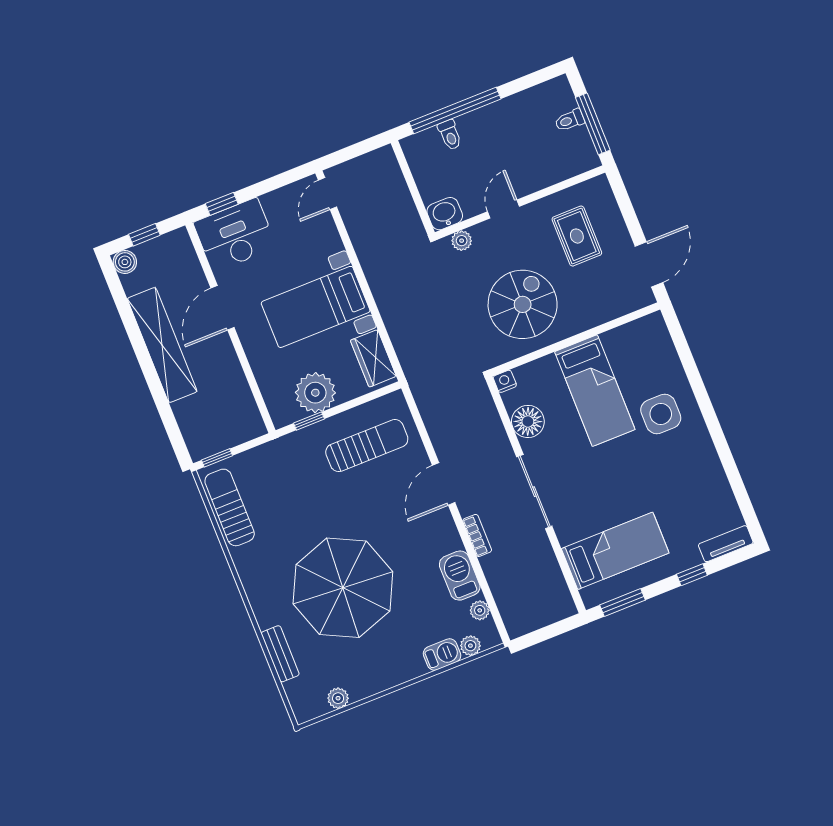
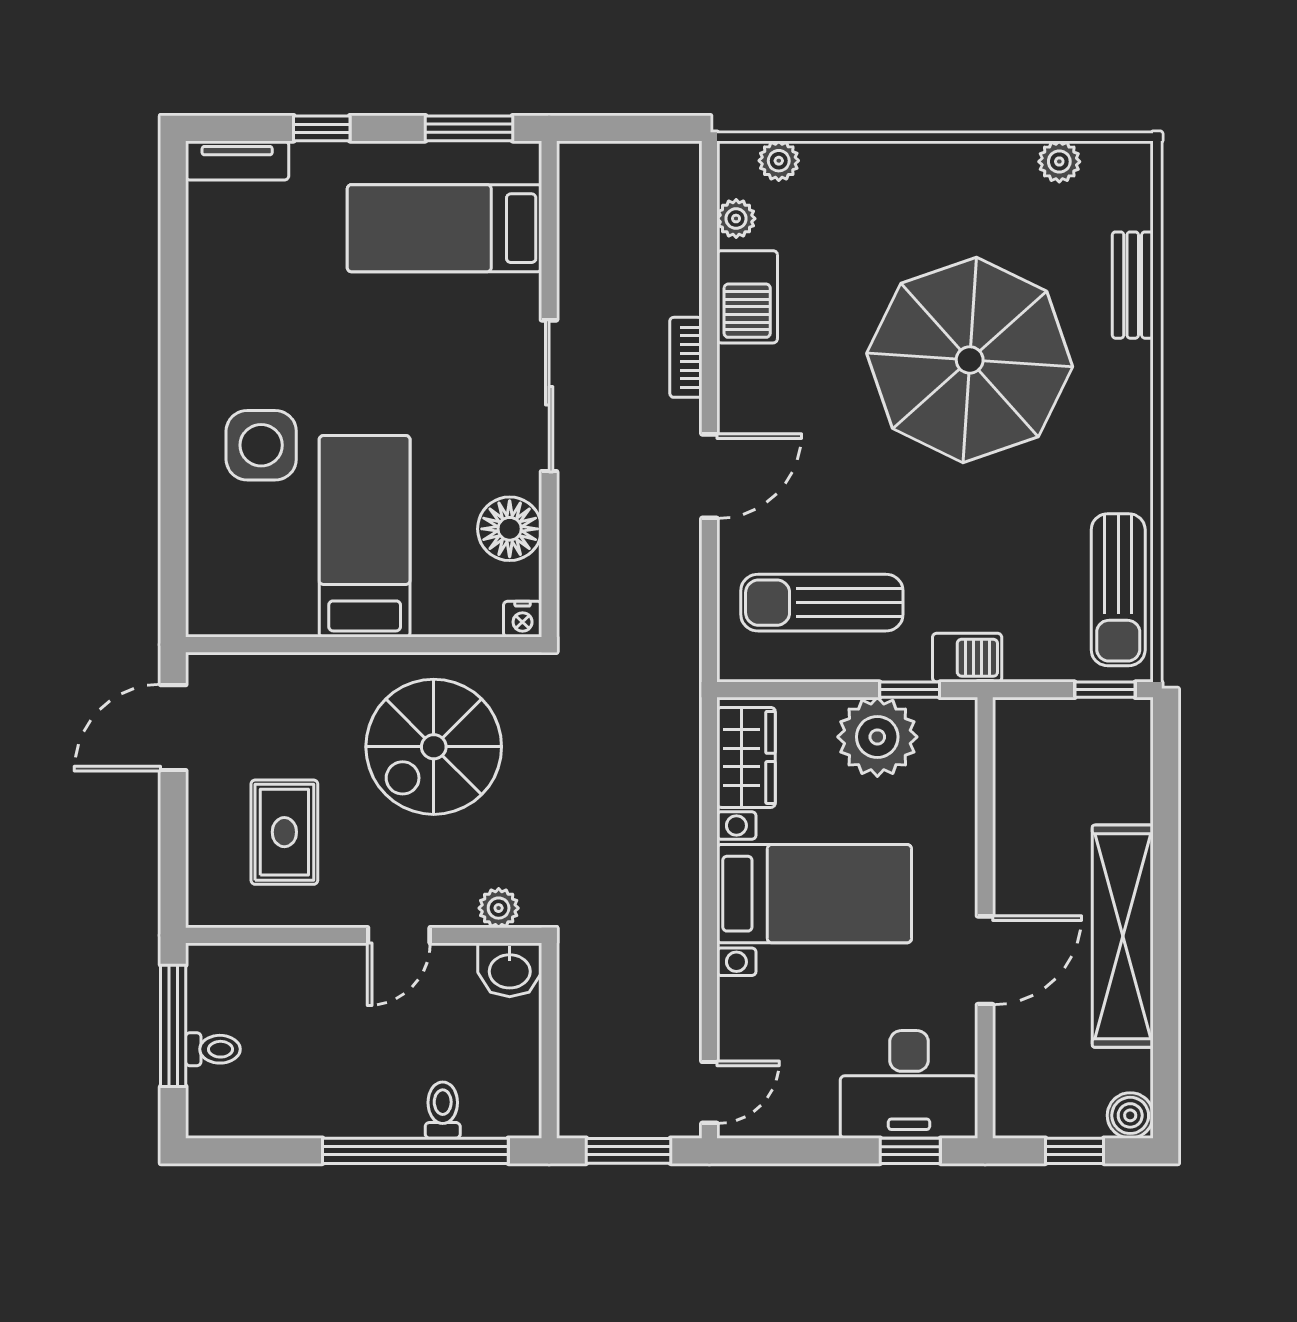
window: (355, 151) -> (628, 1151), added
barbecue: (442, 654) -> (967, 658), moved, turned 180

